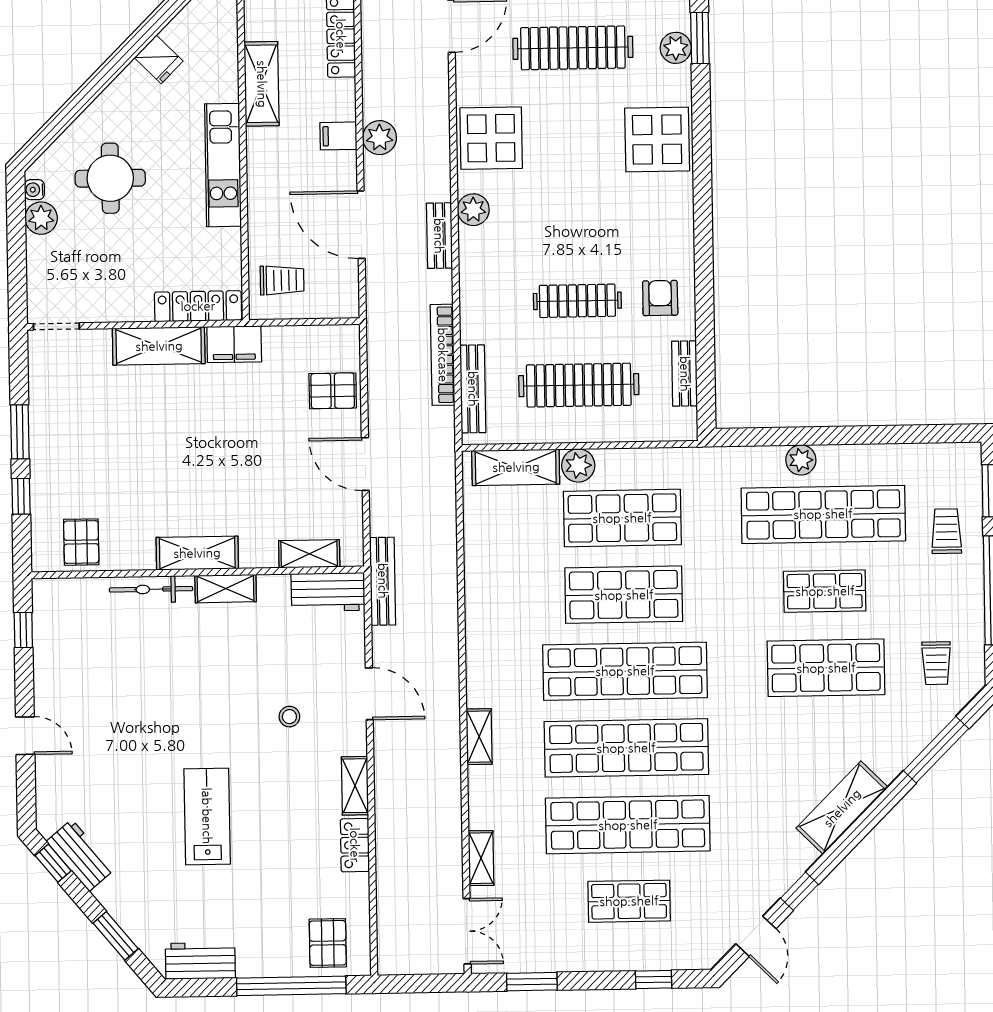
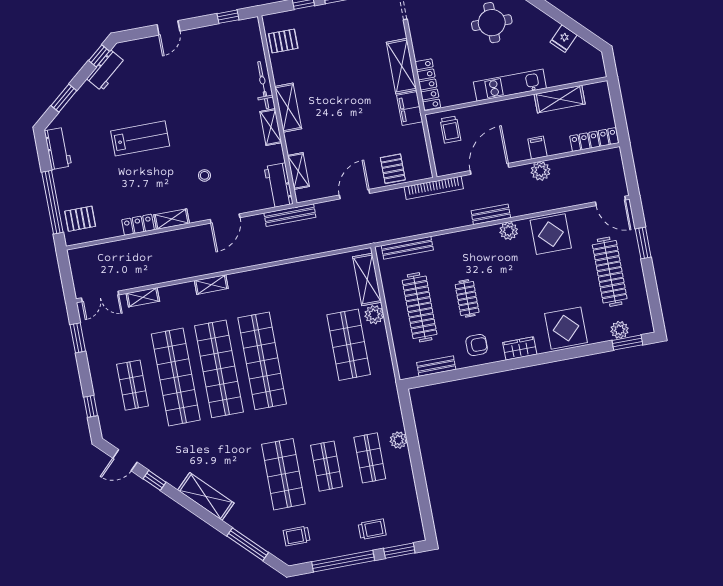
wardrobe: (679, 225) -> (520, 348), added
clothes rail: (577, 301) -> (467, 298), width x0.73
bookcase: (443, 355) -> (434, 188), moved, turned 180
shop shelf: (823, 514) -> (370, 458), width x0.50, depth x0.74
shop shelf: (624, 595) -> (305, 353), removed

